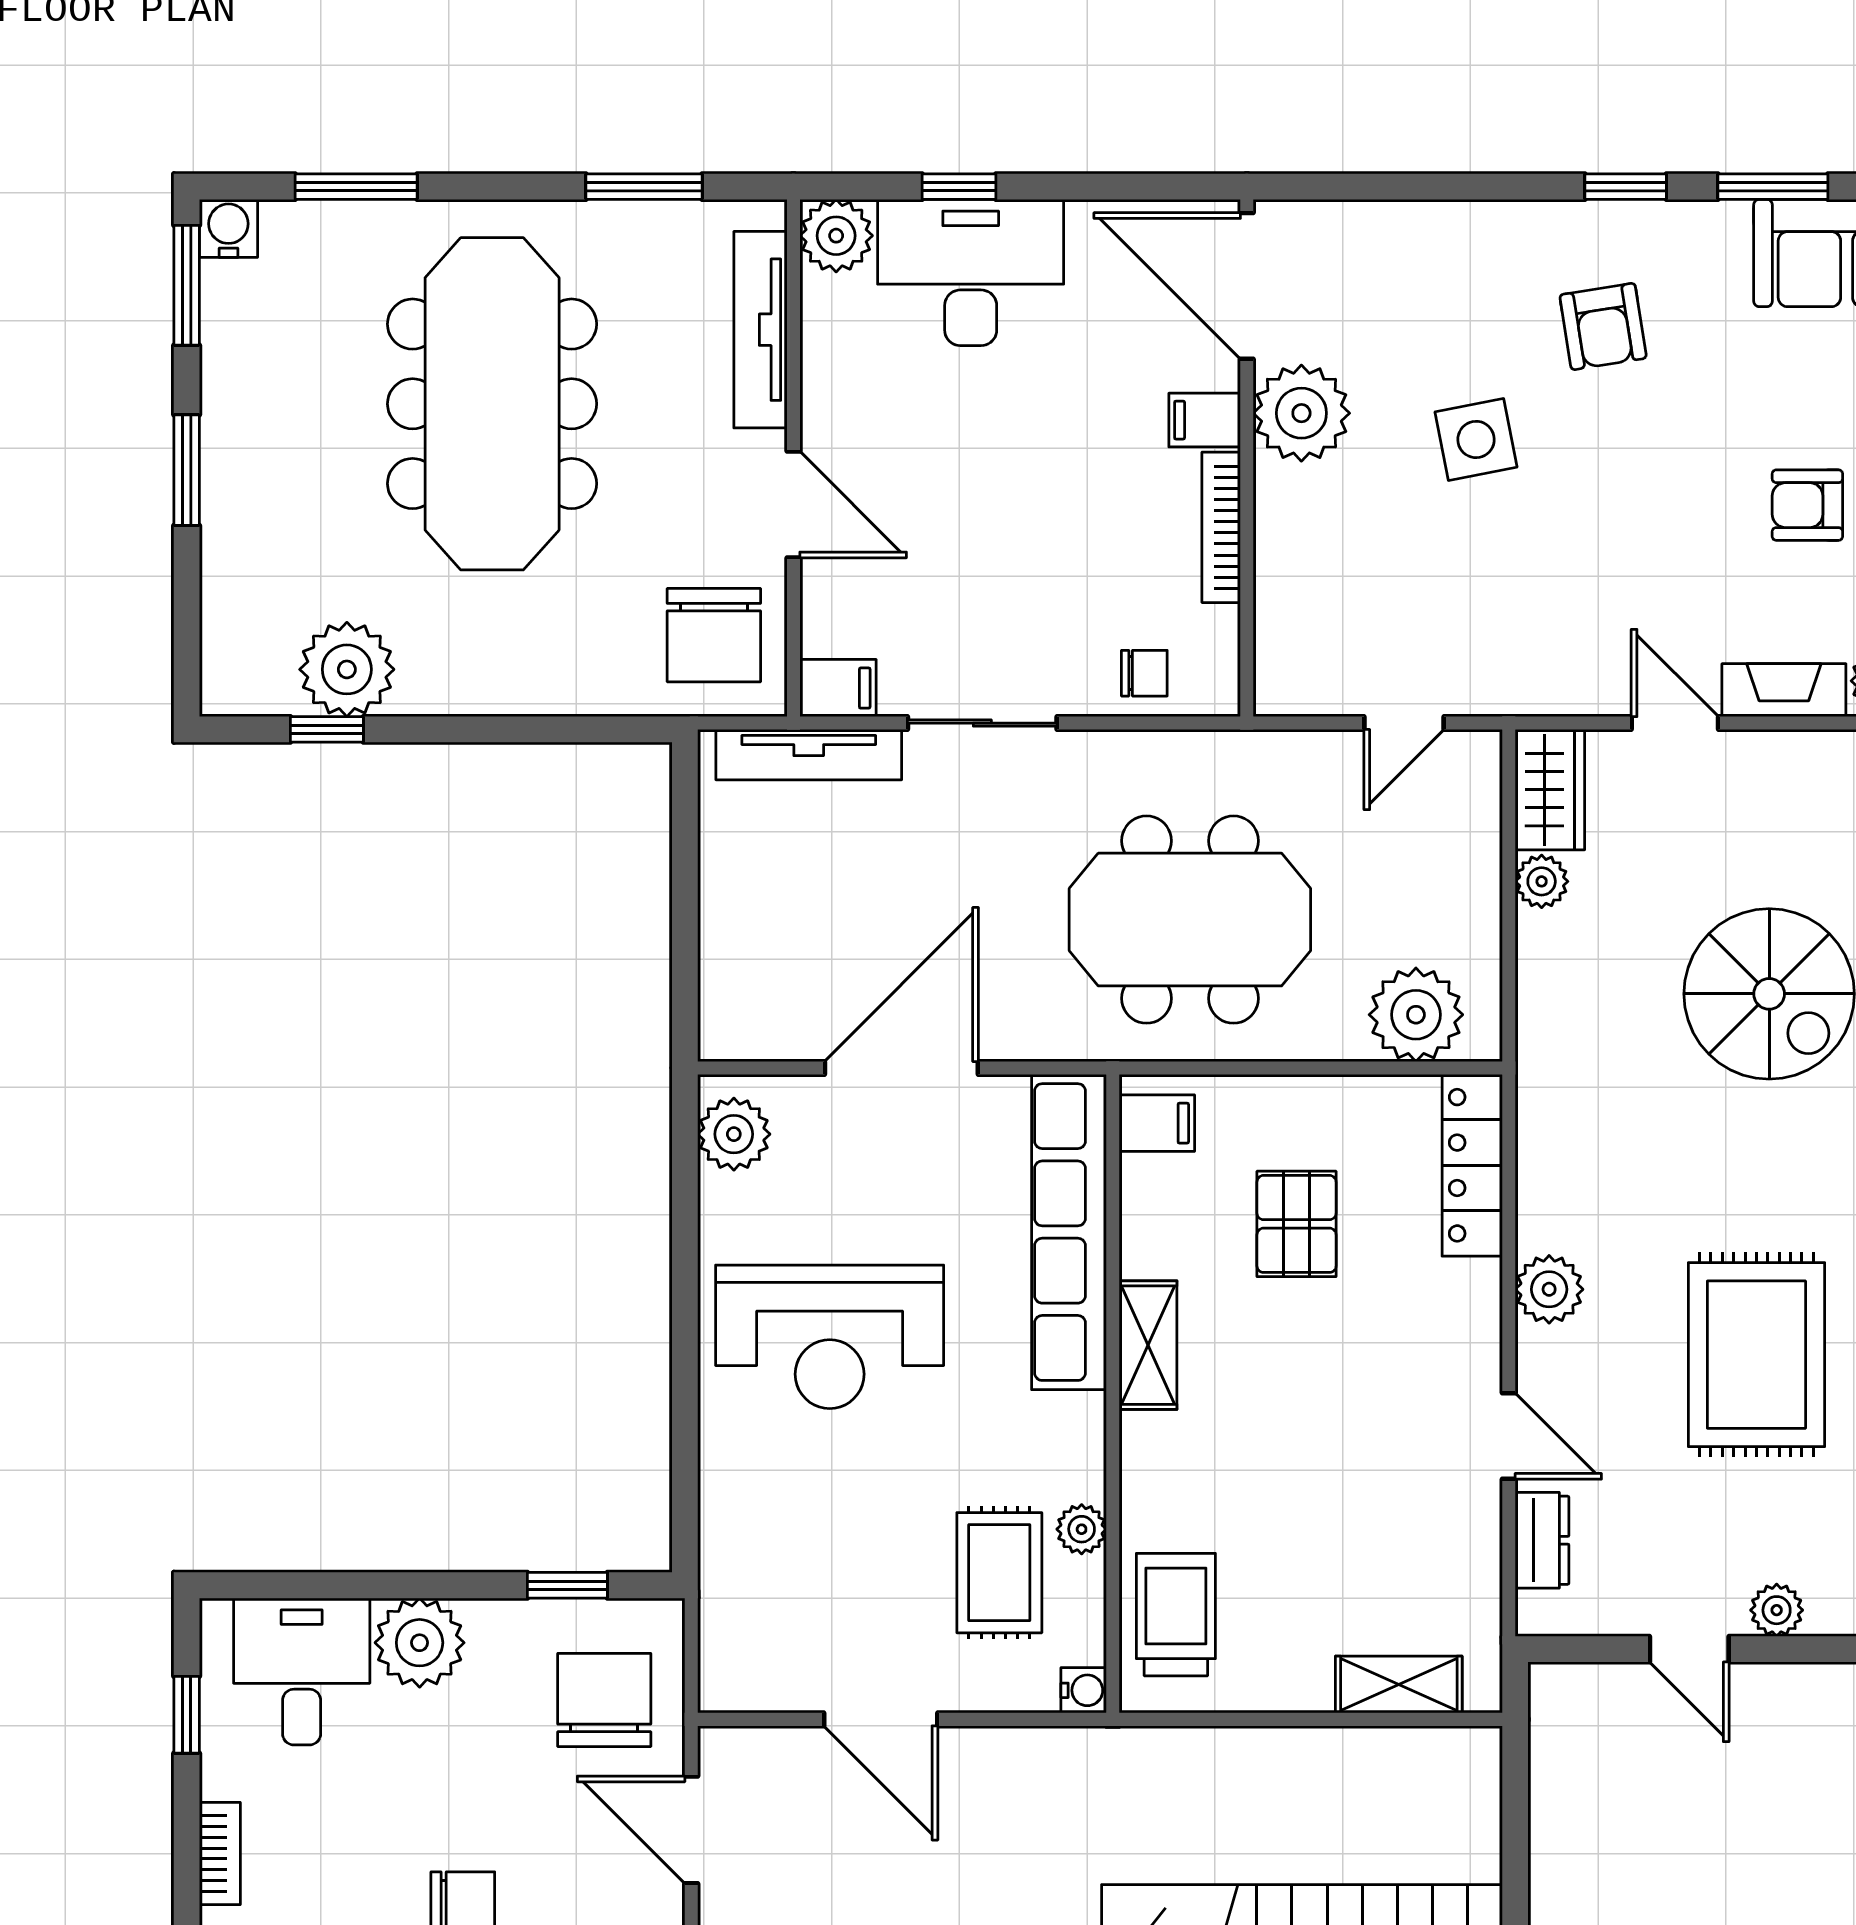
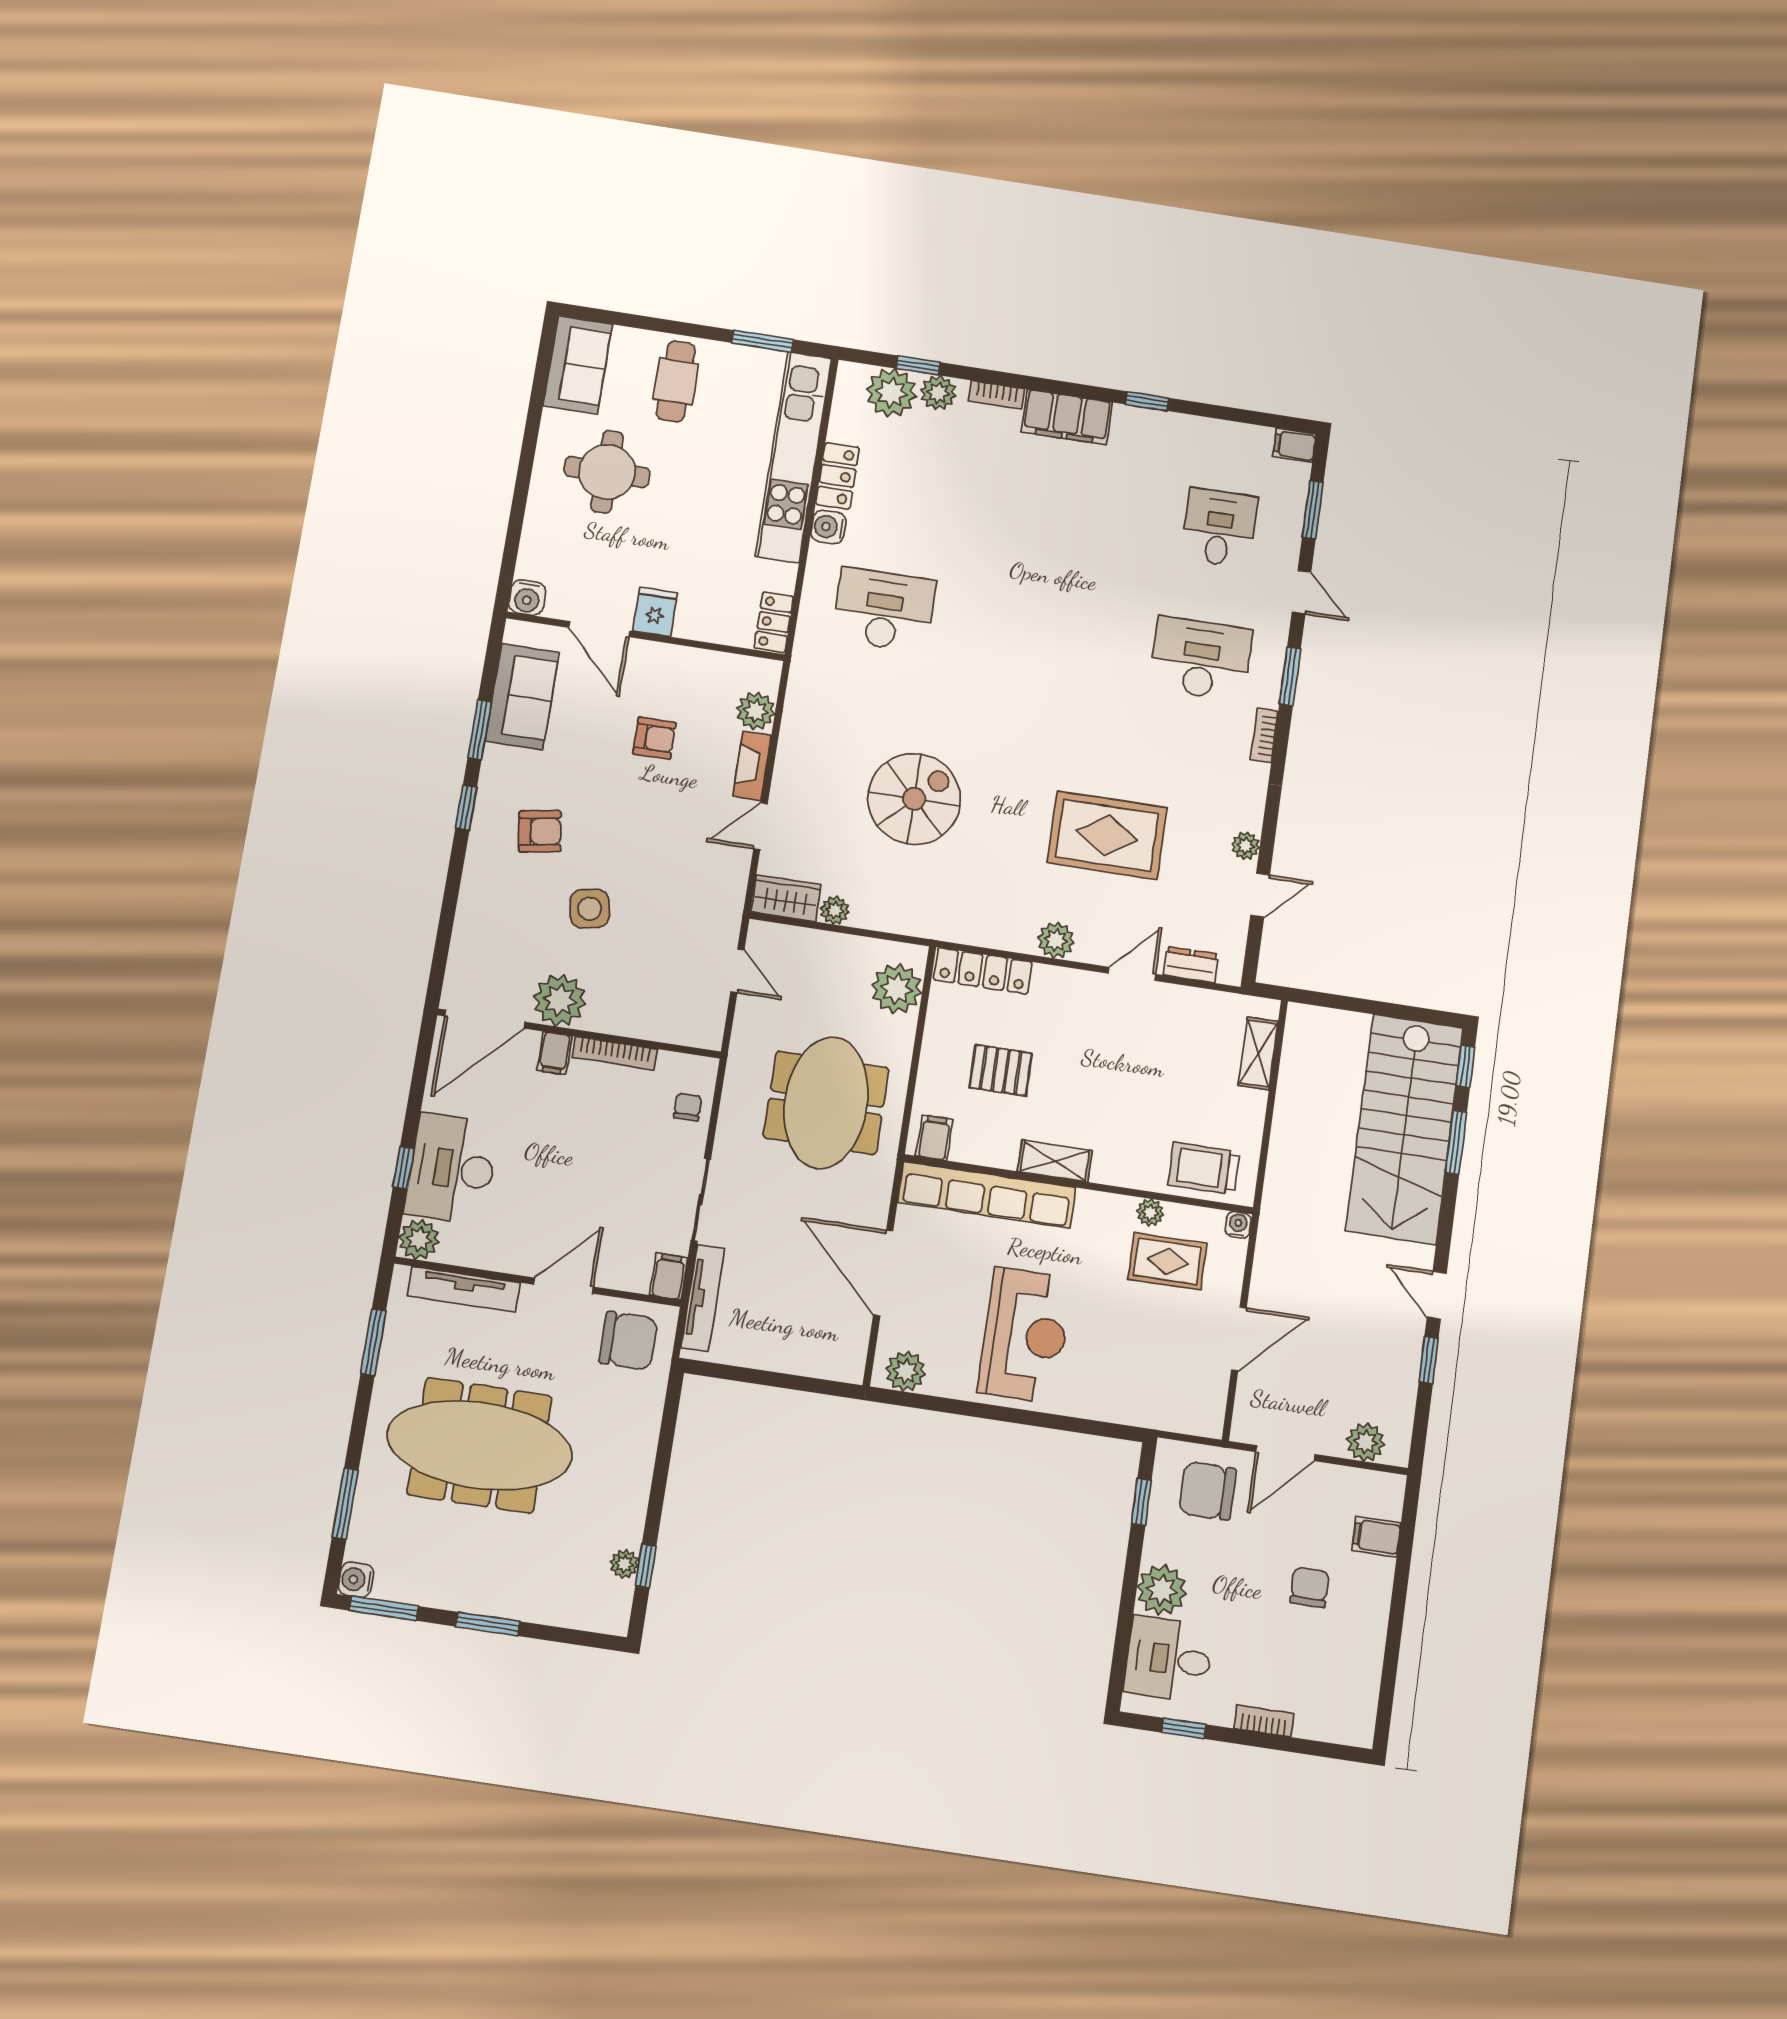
armchair: (1807, 505) -> (654, 738), turned -90
plant: (347, 669) -> (624, 1564), width x0.53, depth x0.53

